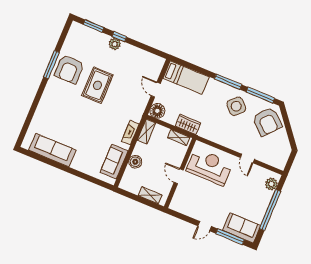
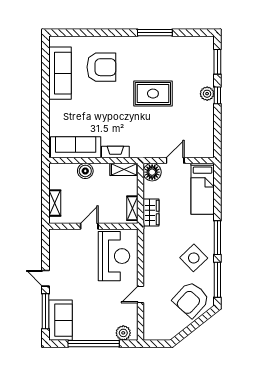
armchair: (69, 69) -> (101, 67), moved, turned 180
sofa: (114, 162) -> (76, 147), width x1.36

